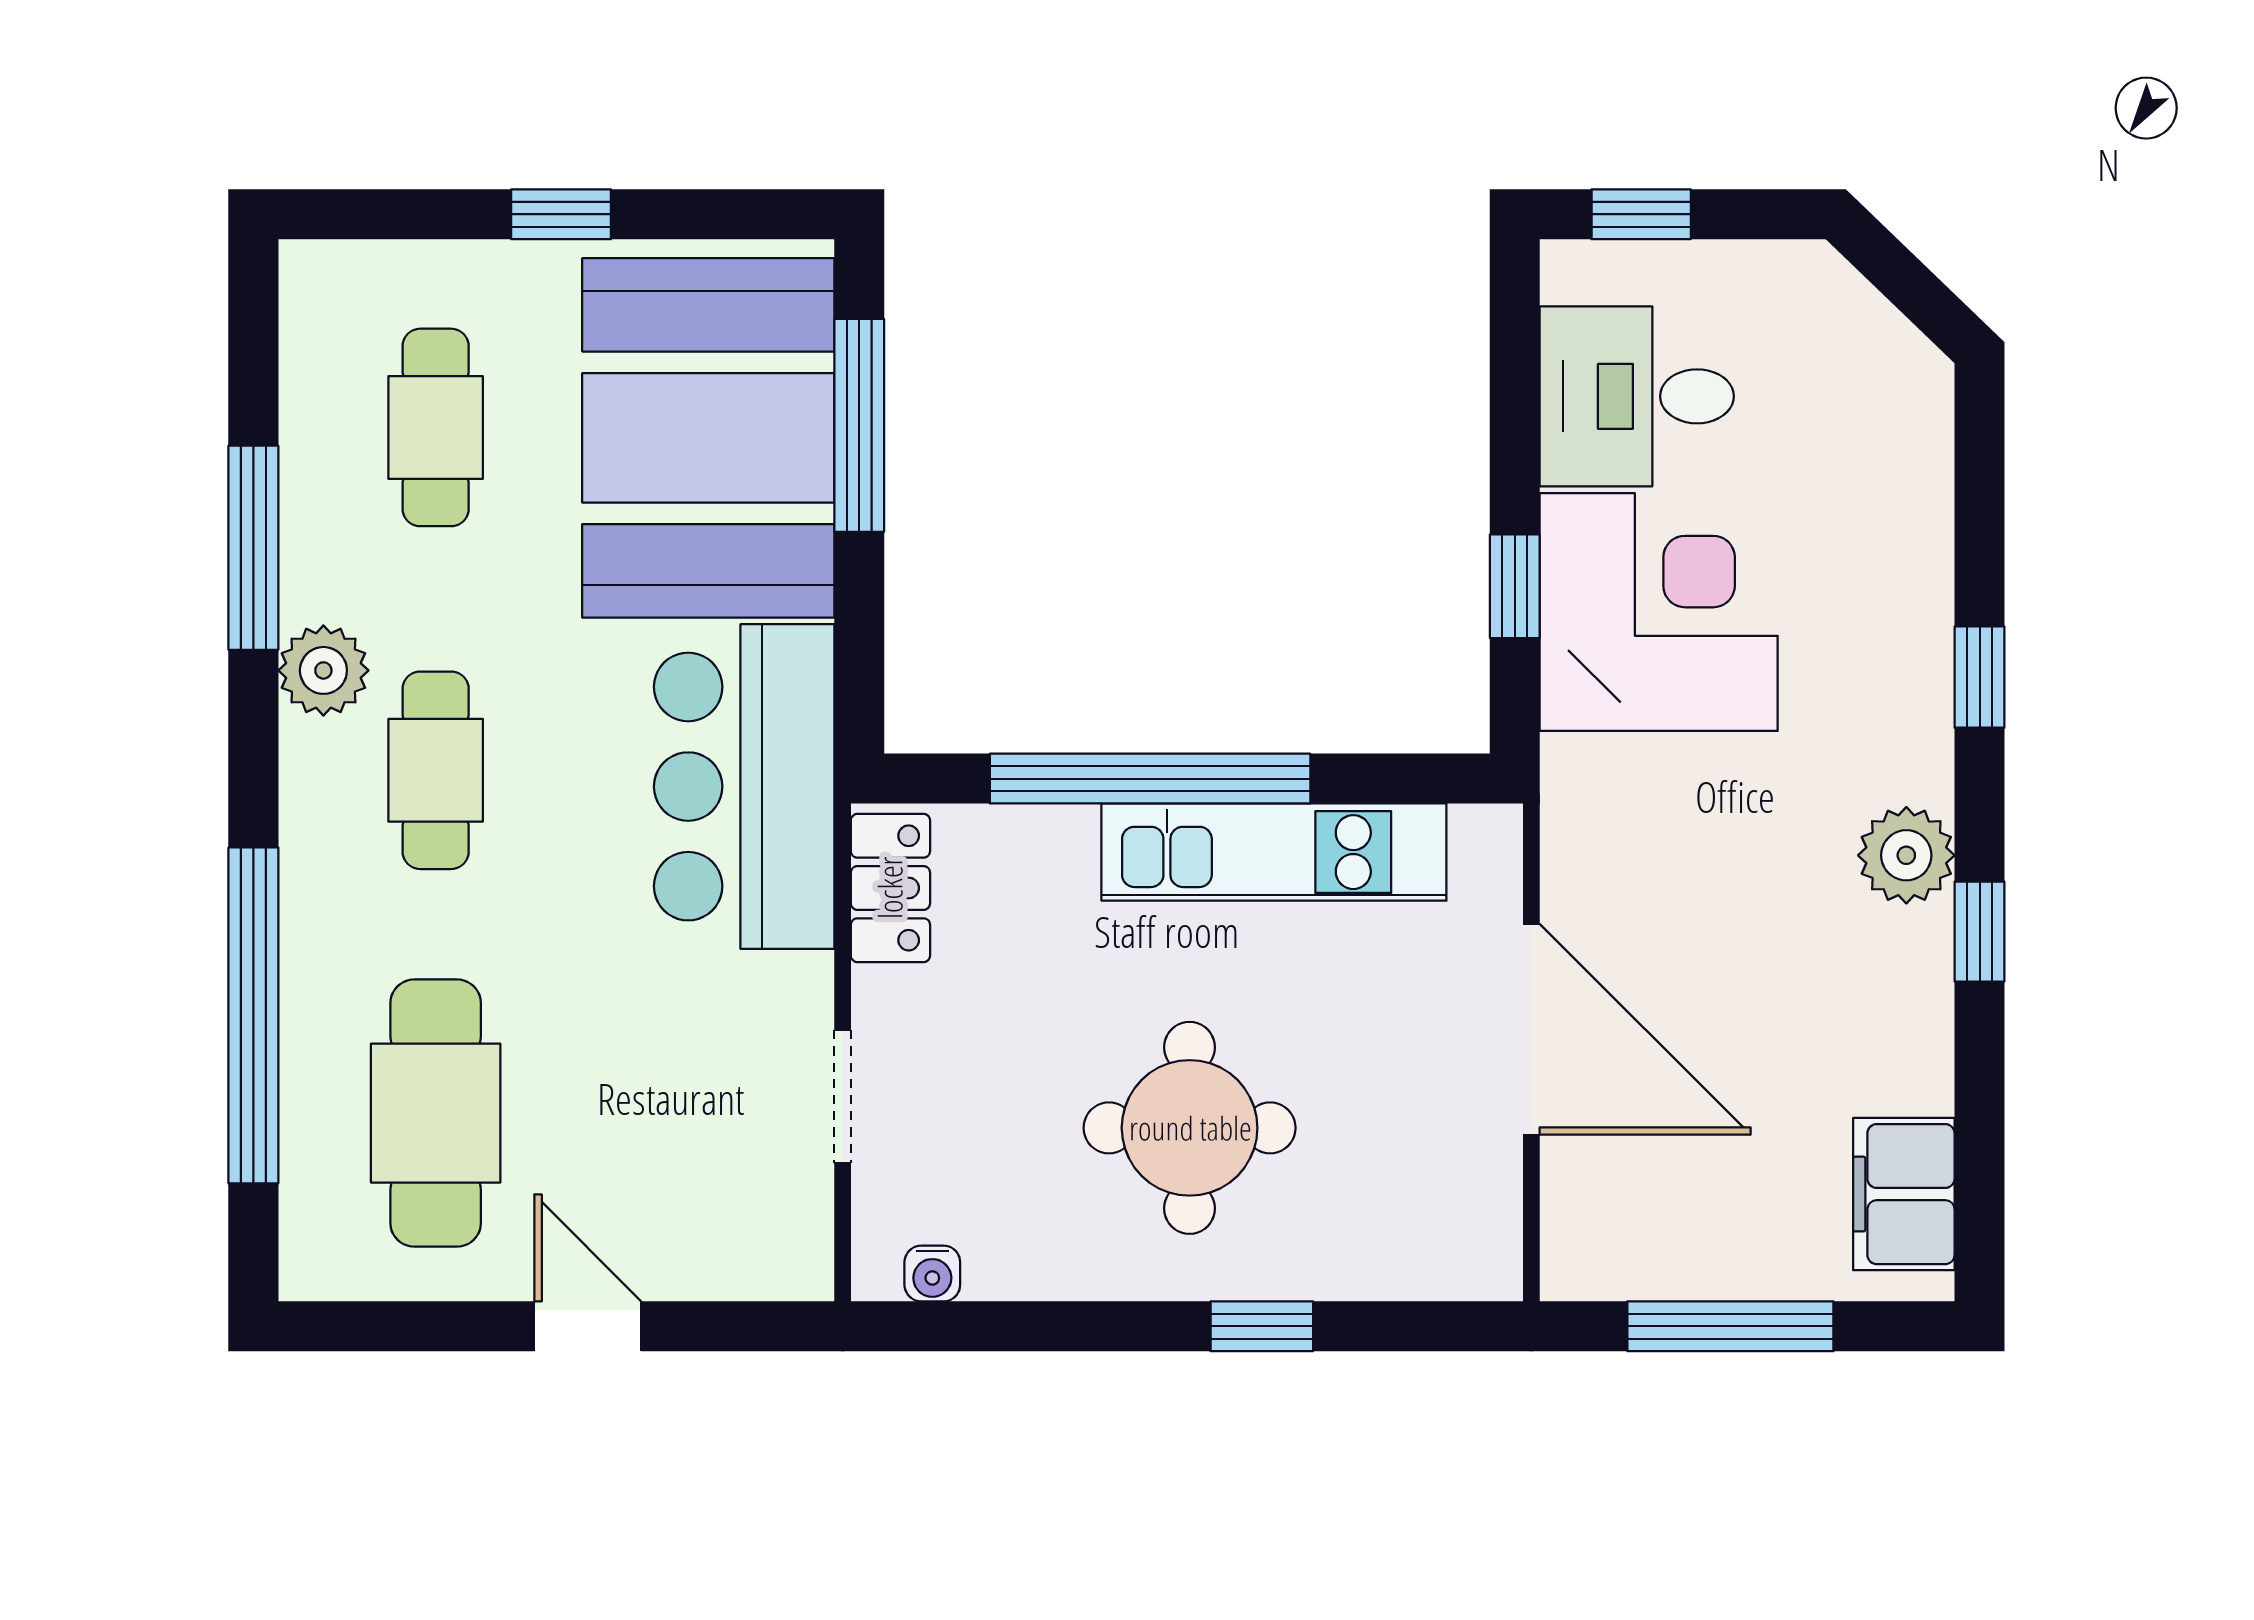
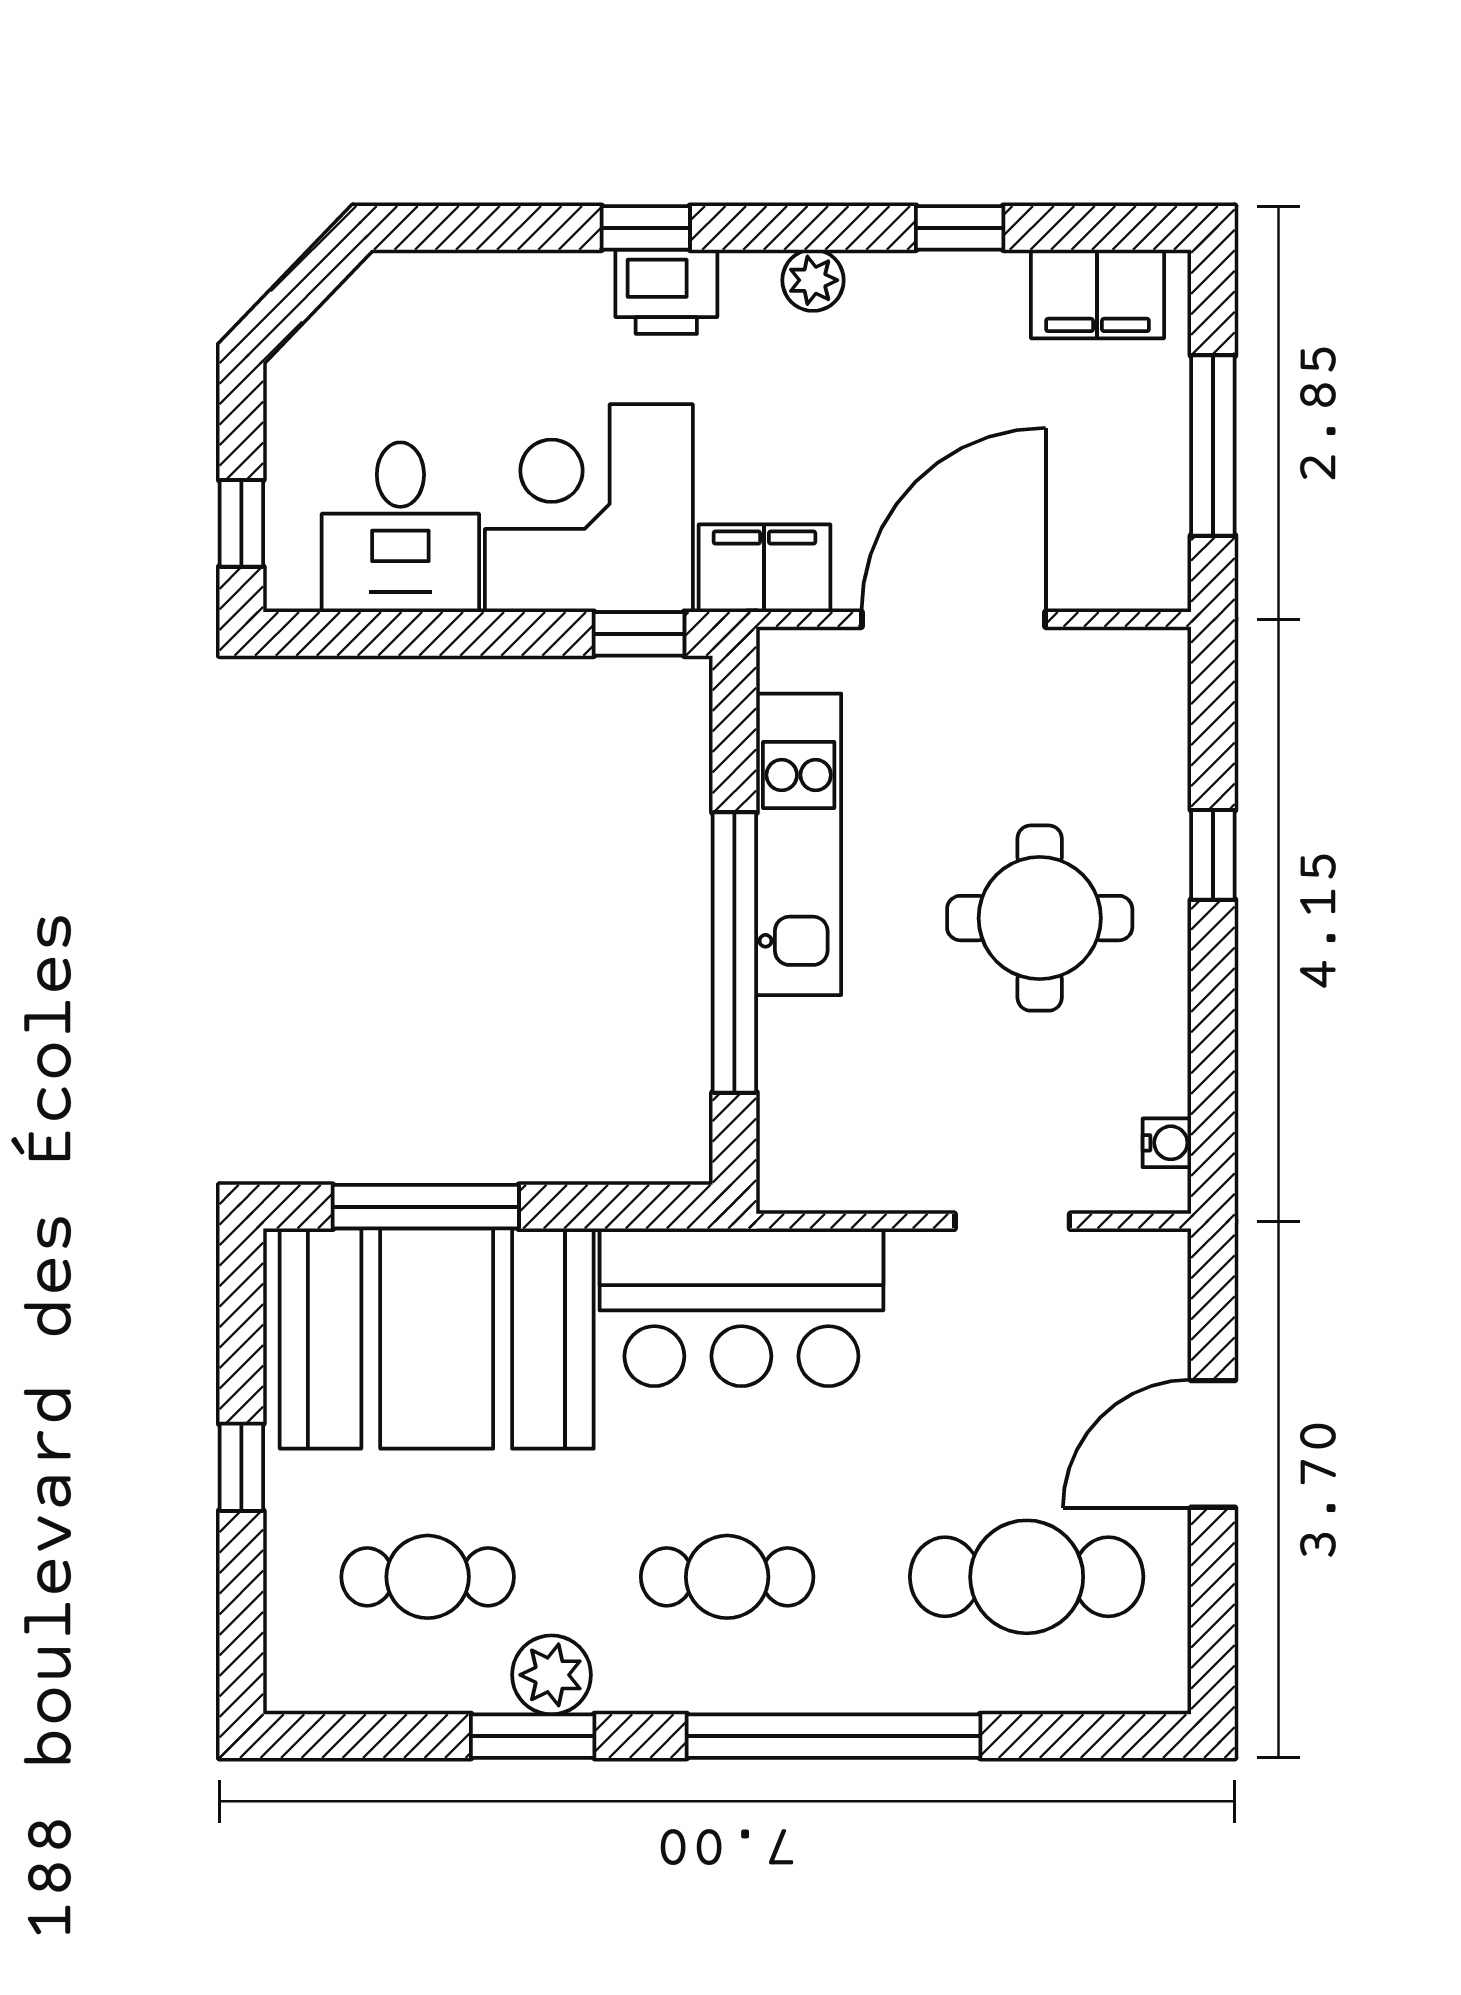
window: (253, 548) -> (533, 1736), width x0.69
window: (1515, 586) -> (639, 634), moved
plant: (323, 670) -> (552, 1675), moved
printer: (1906, 701) -> (666, 292), added
filing cabinet: (1590, 813) -> (764, 568), added
plant: (1906, 855) -> (813, 280), width x0.73, depth x0.73
locker: (890, 888) -> (830, 1179), removed
window: (1980, 932) -> (960, 228), moved
window: (253, 1015) -> (834, 1736), moved
door: (588, 1326) -> (1213, 1444), width x1.38

